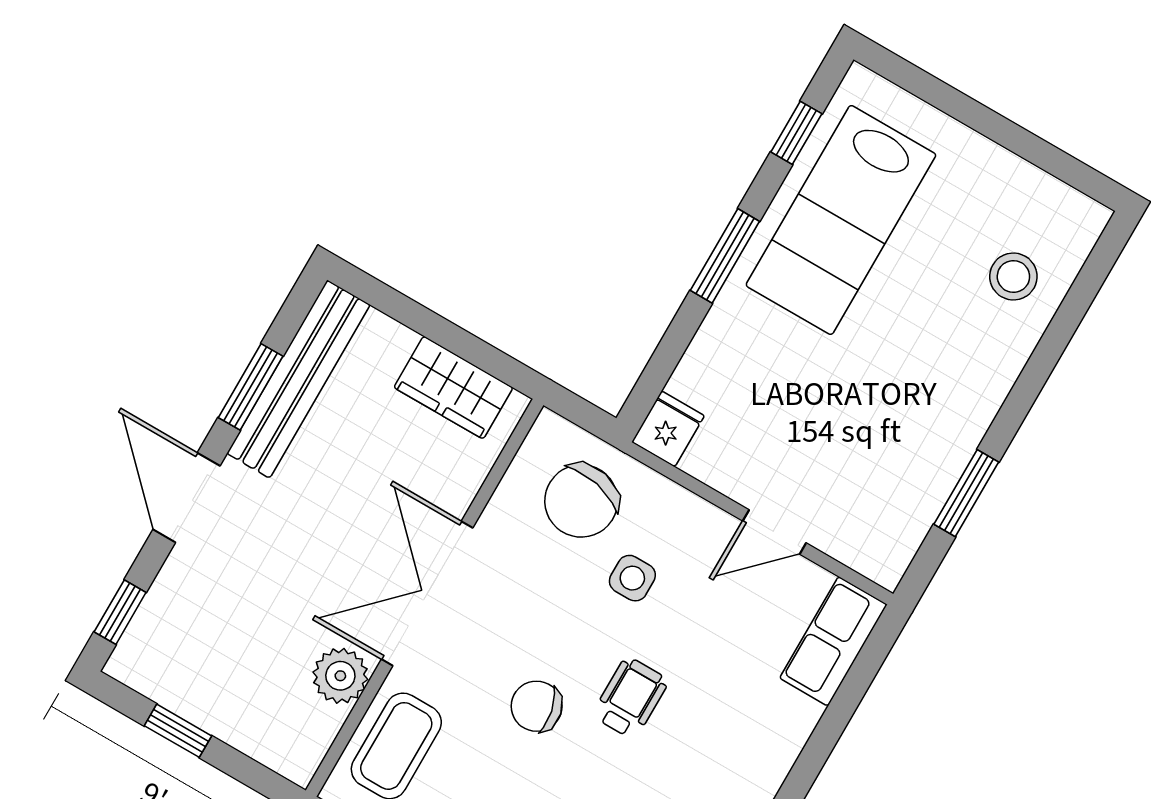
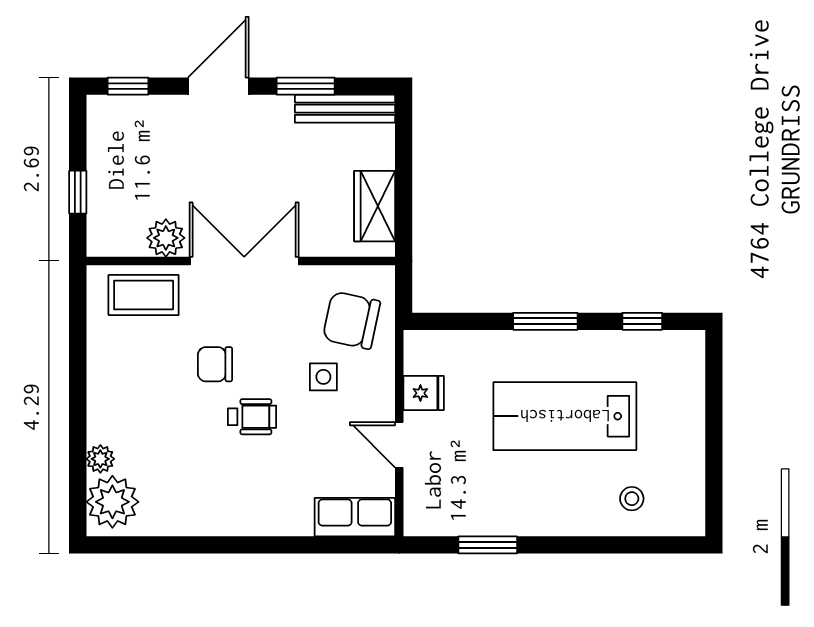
lab bench: (841, 220) -> (565, 416), moved
stool: (1013, 276) -> (632, 499), width x0.73, depth x0.73
bench: (298, 379) -> (345, 109), width x0.73, depth x0.82
fridge: (668, 429) -> (424, 393), moved
chair: (537, 706) -> (215, 364), turned -78
window: (178, 731) -> (78, 192), moved

